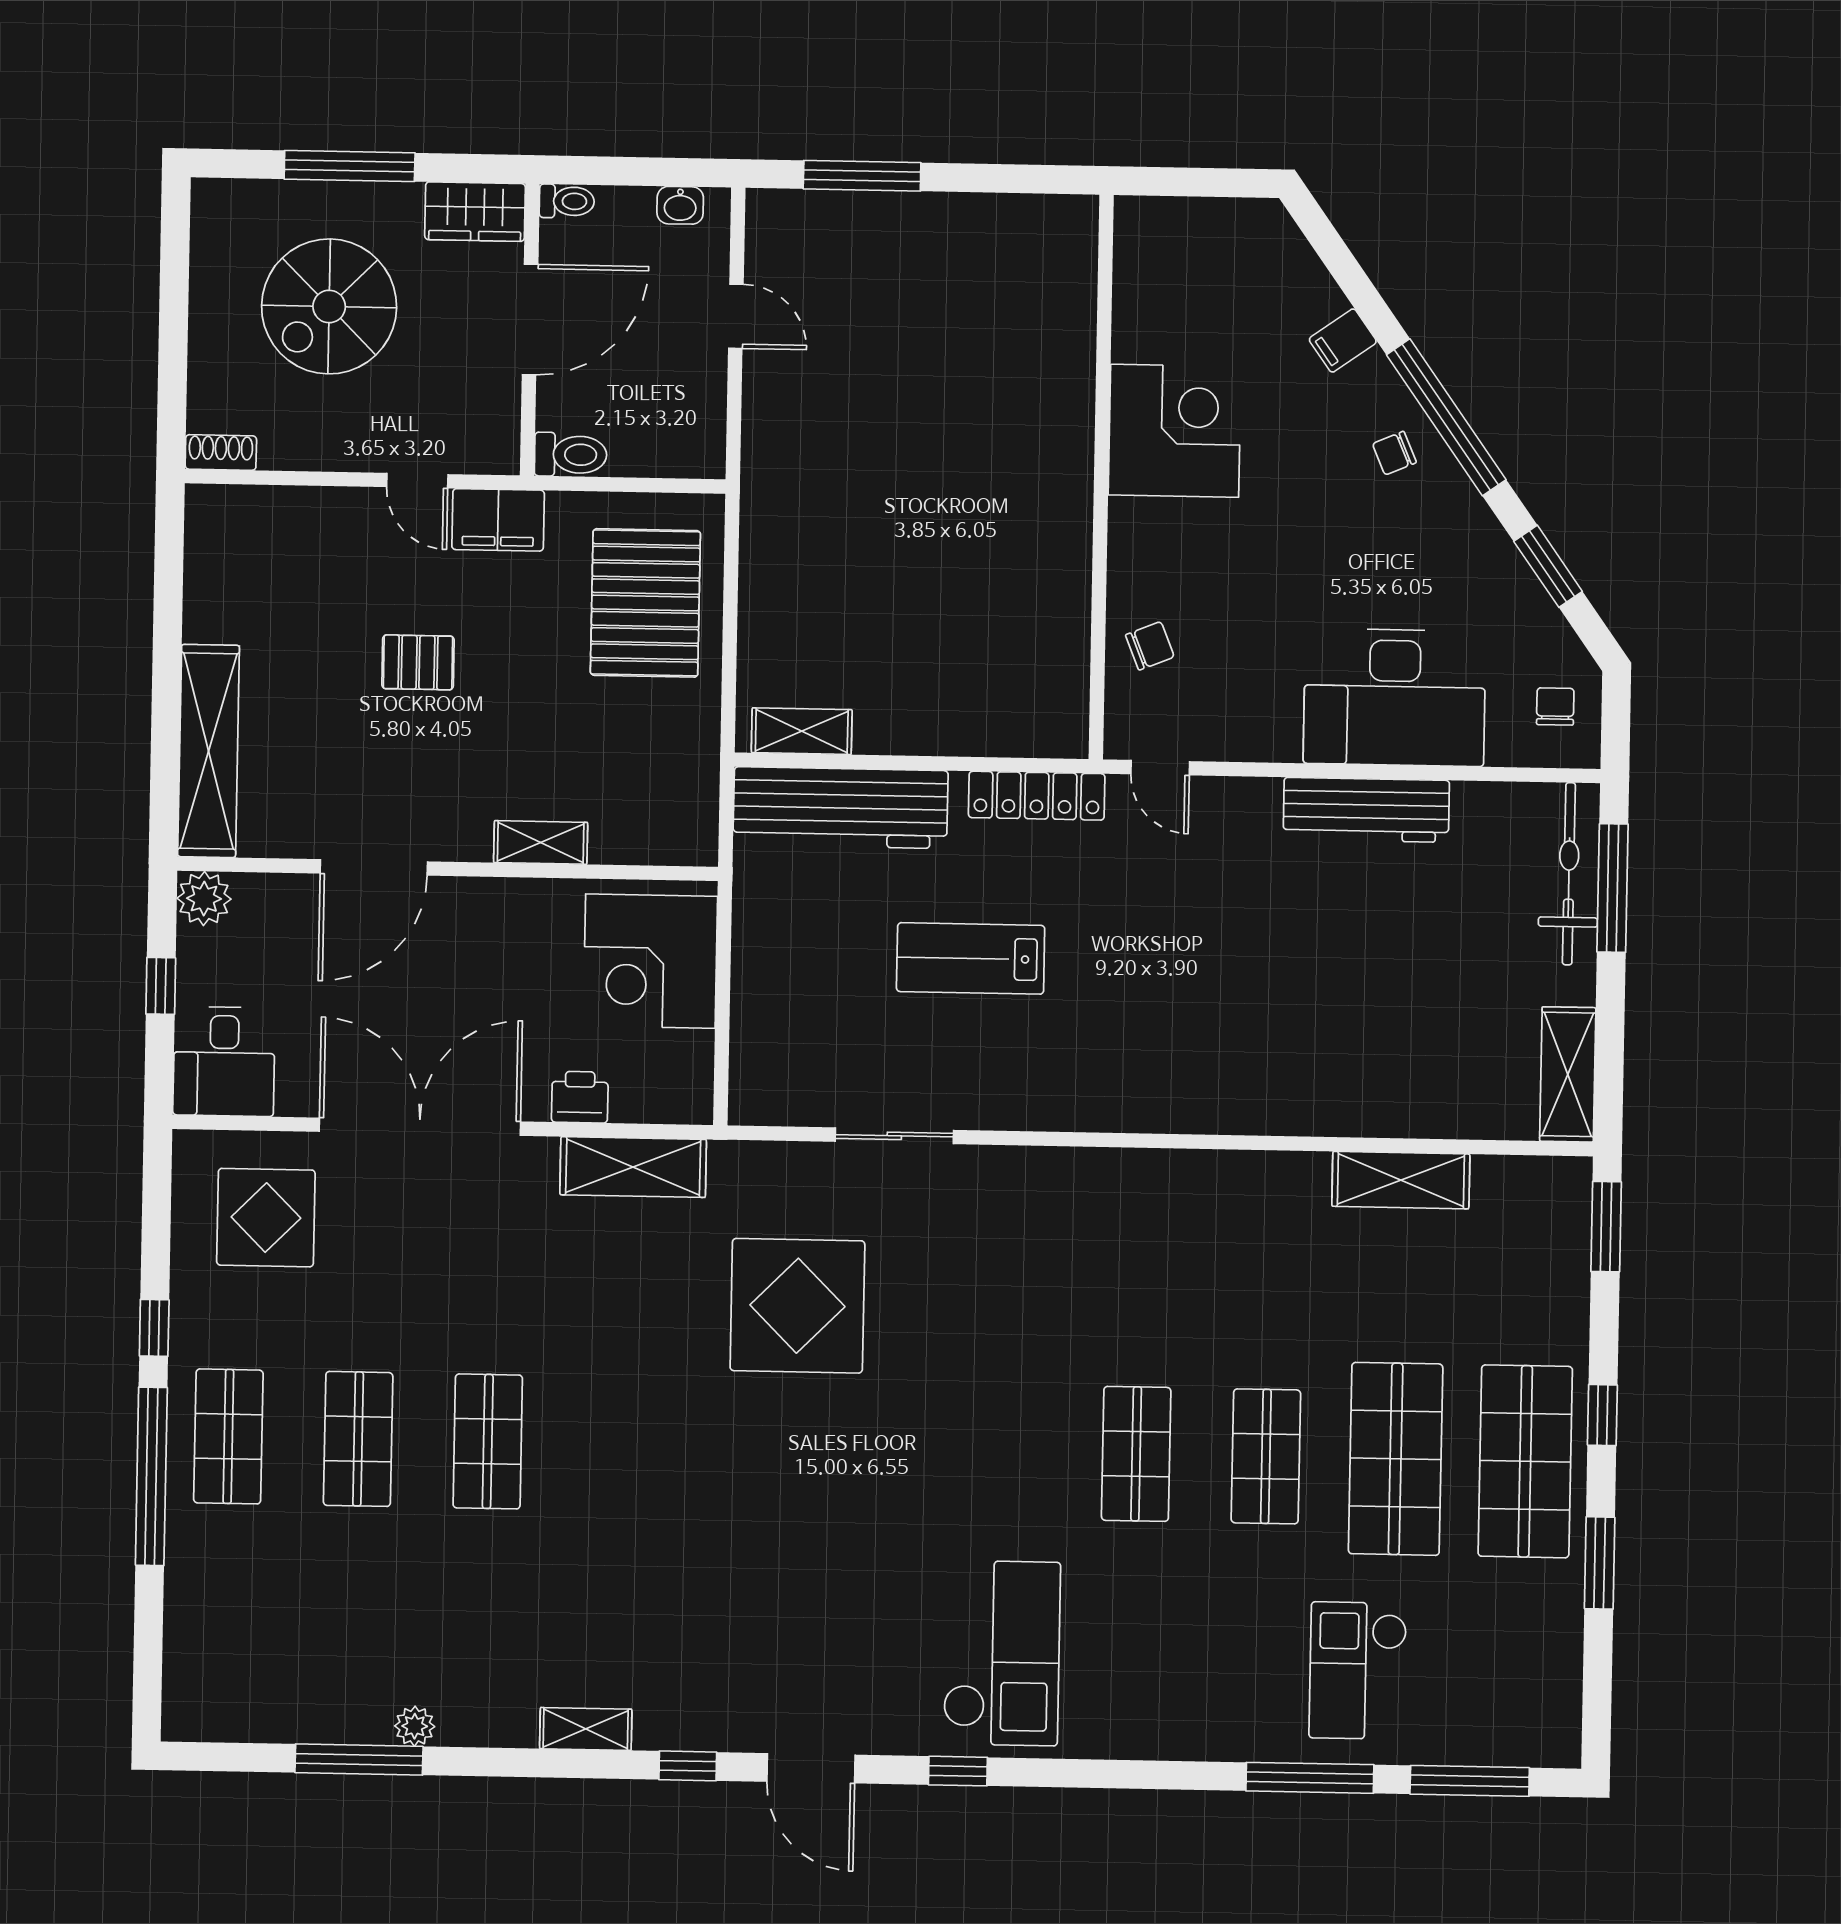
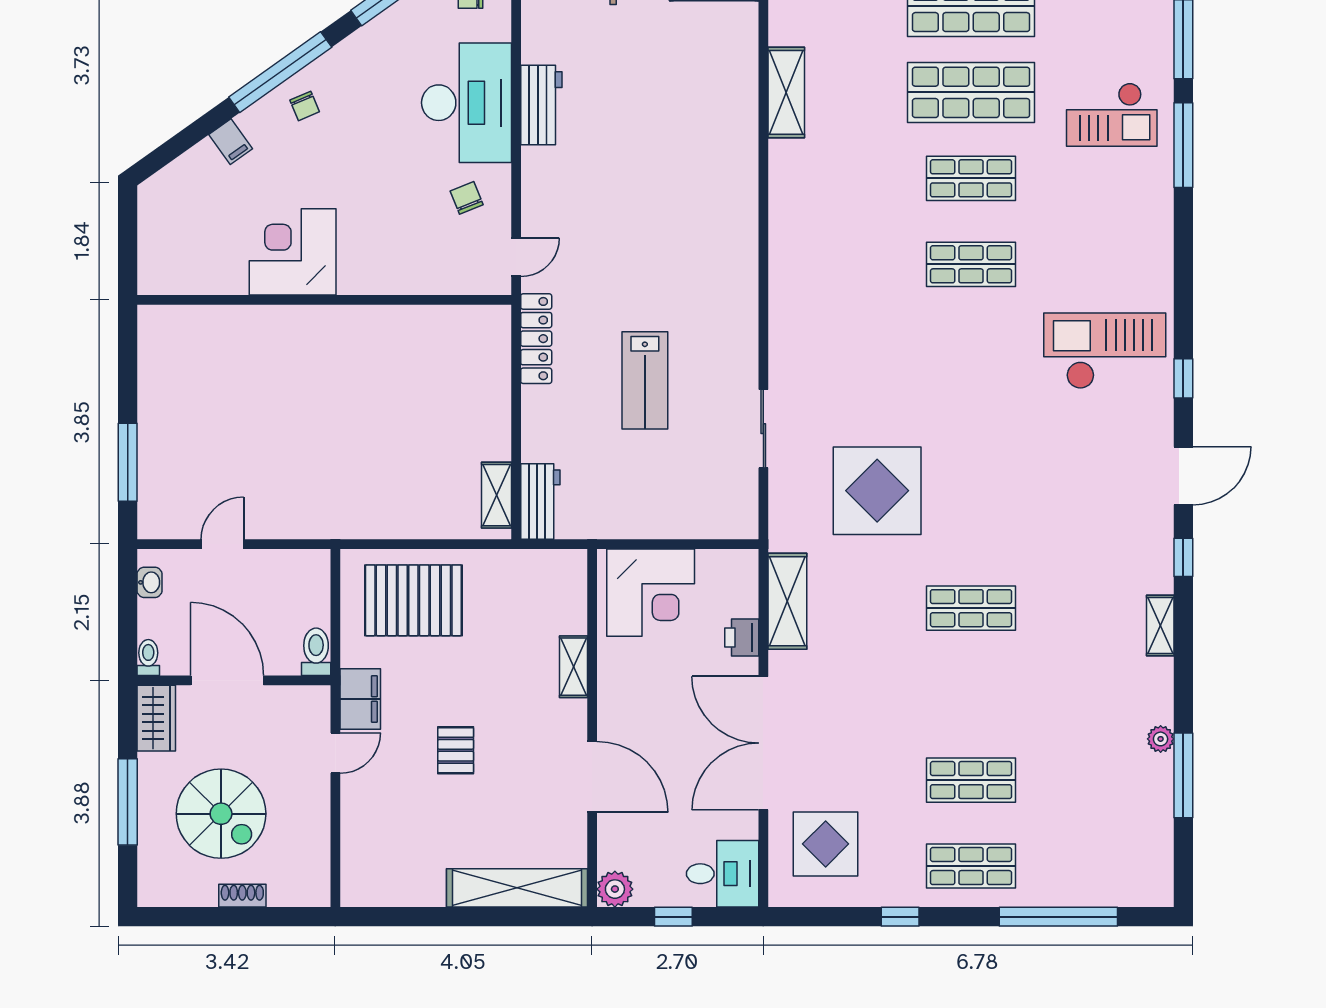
shoe rack: (221, 452) -> (242, 896), moved, turned 90
chair: (1150, 646) -> (467, 198), moved
workbench: (841, 808) -> (540, 501), width x0.53, depth x0.76
workbench: (1366, 810) -> (541, 105), width x0.73
shop shelf: (488, 1441) -> (971, 608), moved
window: (151, 1476) -> (1058, 917), moved

